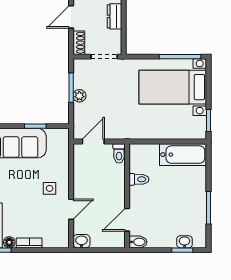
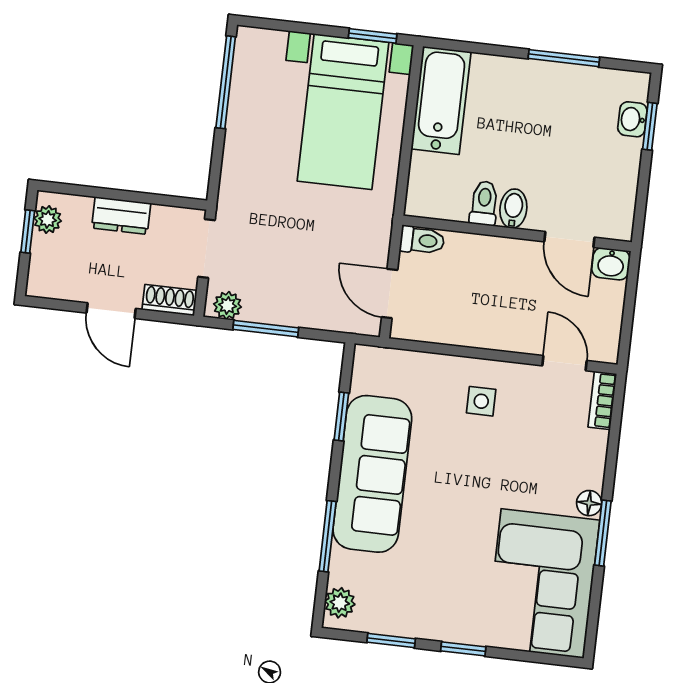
bed with nightstands: (173, 87) -> (343, 112), moved
plant: (79, 96) -> (227, 305), moved
door: (71, 209) -> (564, 363), moved
washbasin: (81, 241) -> (611, 264), moved, turned -90
bidet: (138, 242) -> (513, 209), moved
bookcase: (29, 243) -> (602, 400), moved

